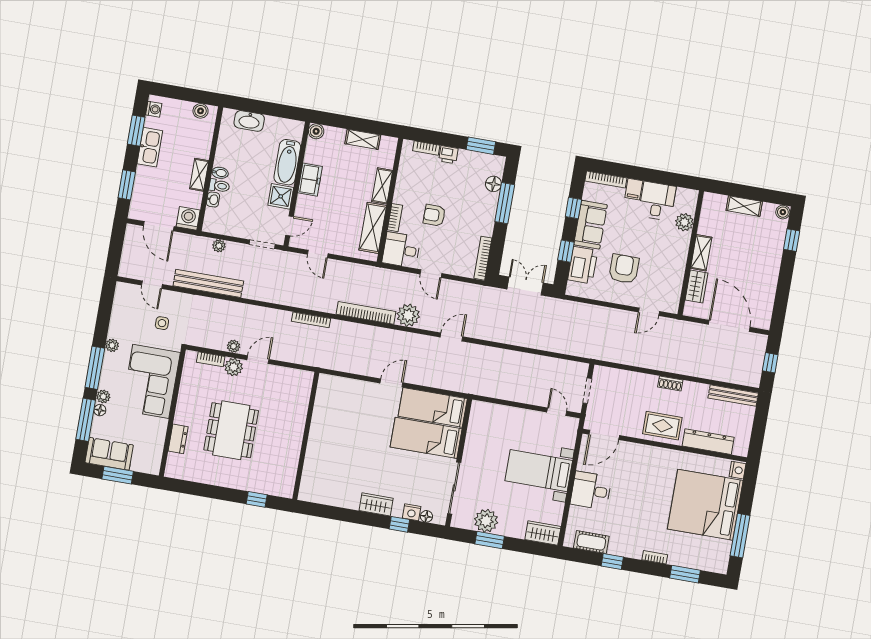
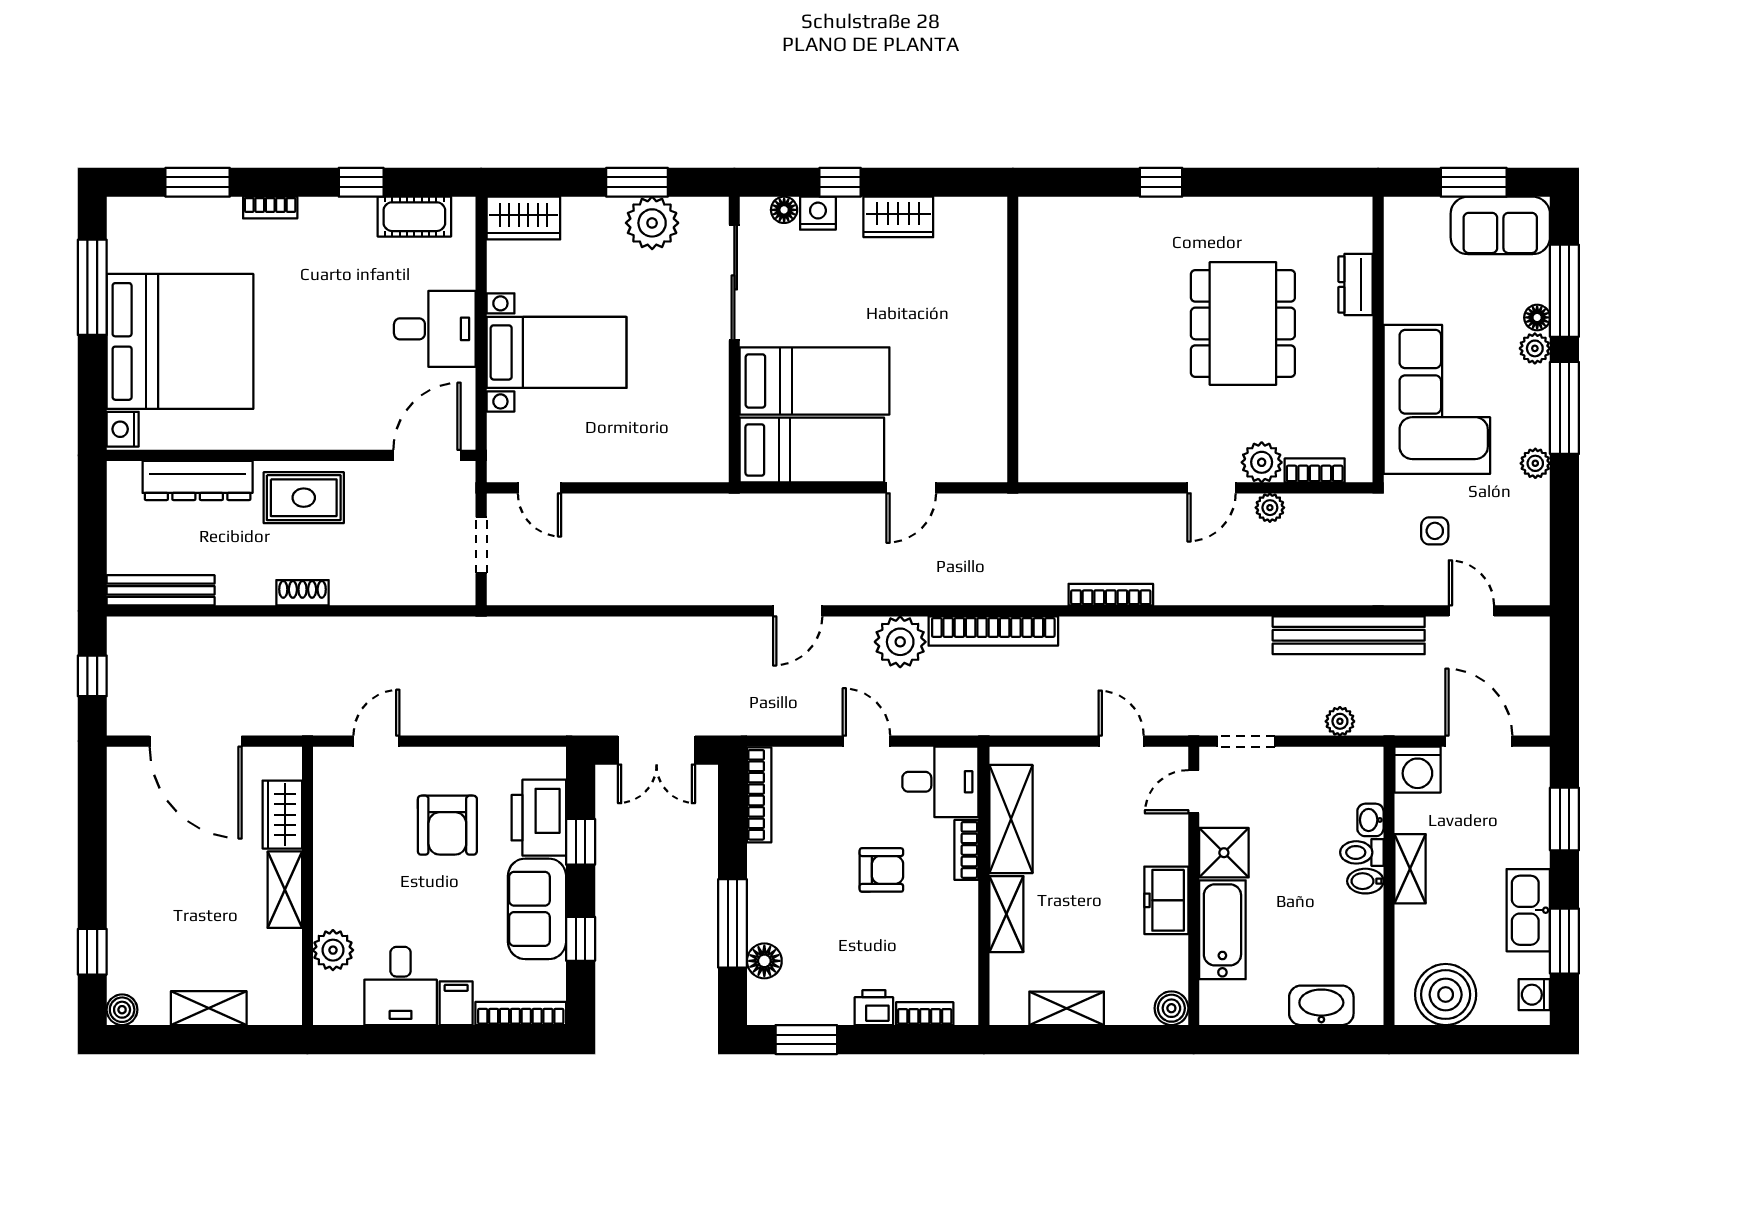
boiler: (201, 111) -> (1446, 995), width x1.86, depth x1.86
wall: (306, 436) -> (1013, 340), moved

